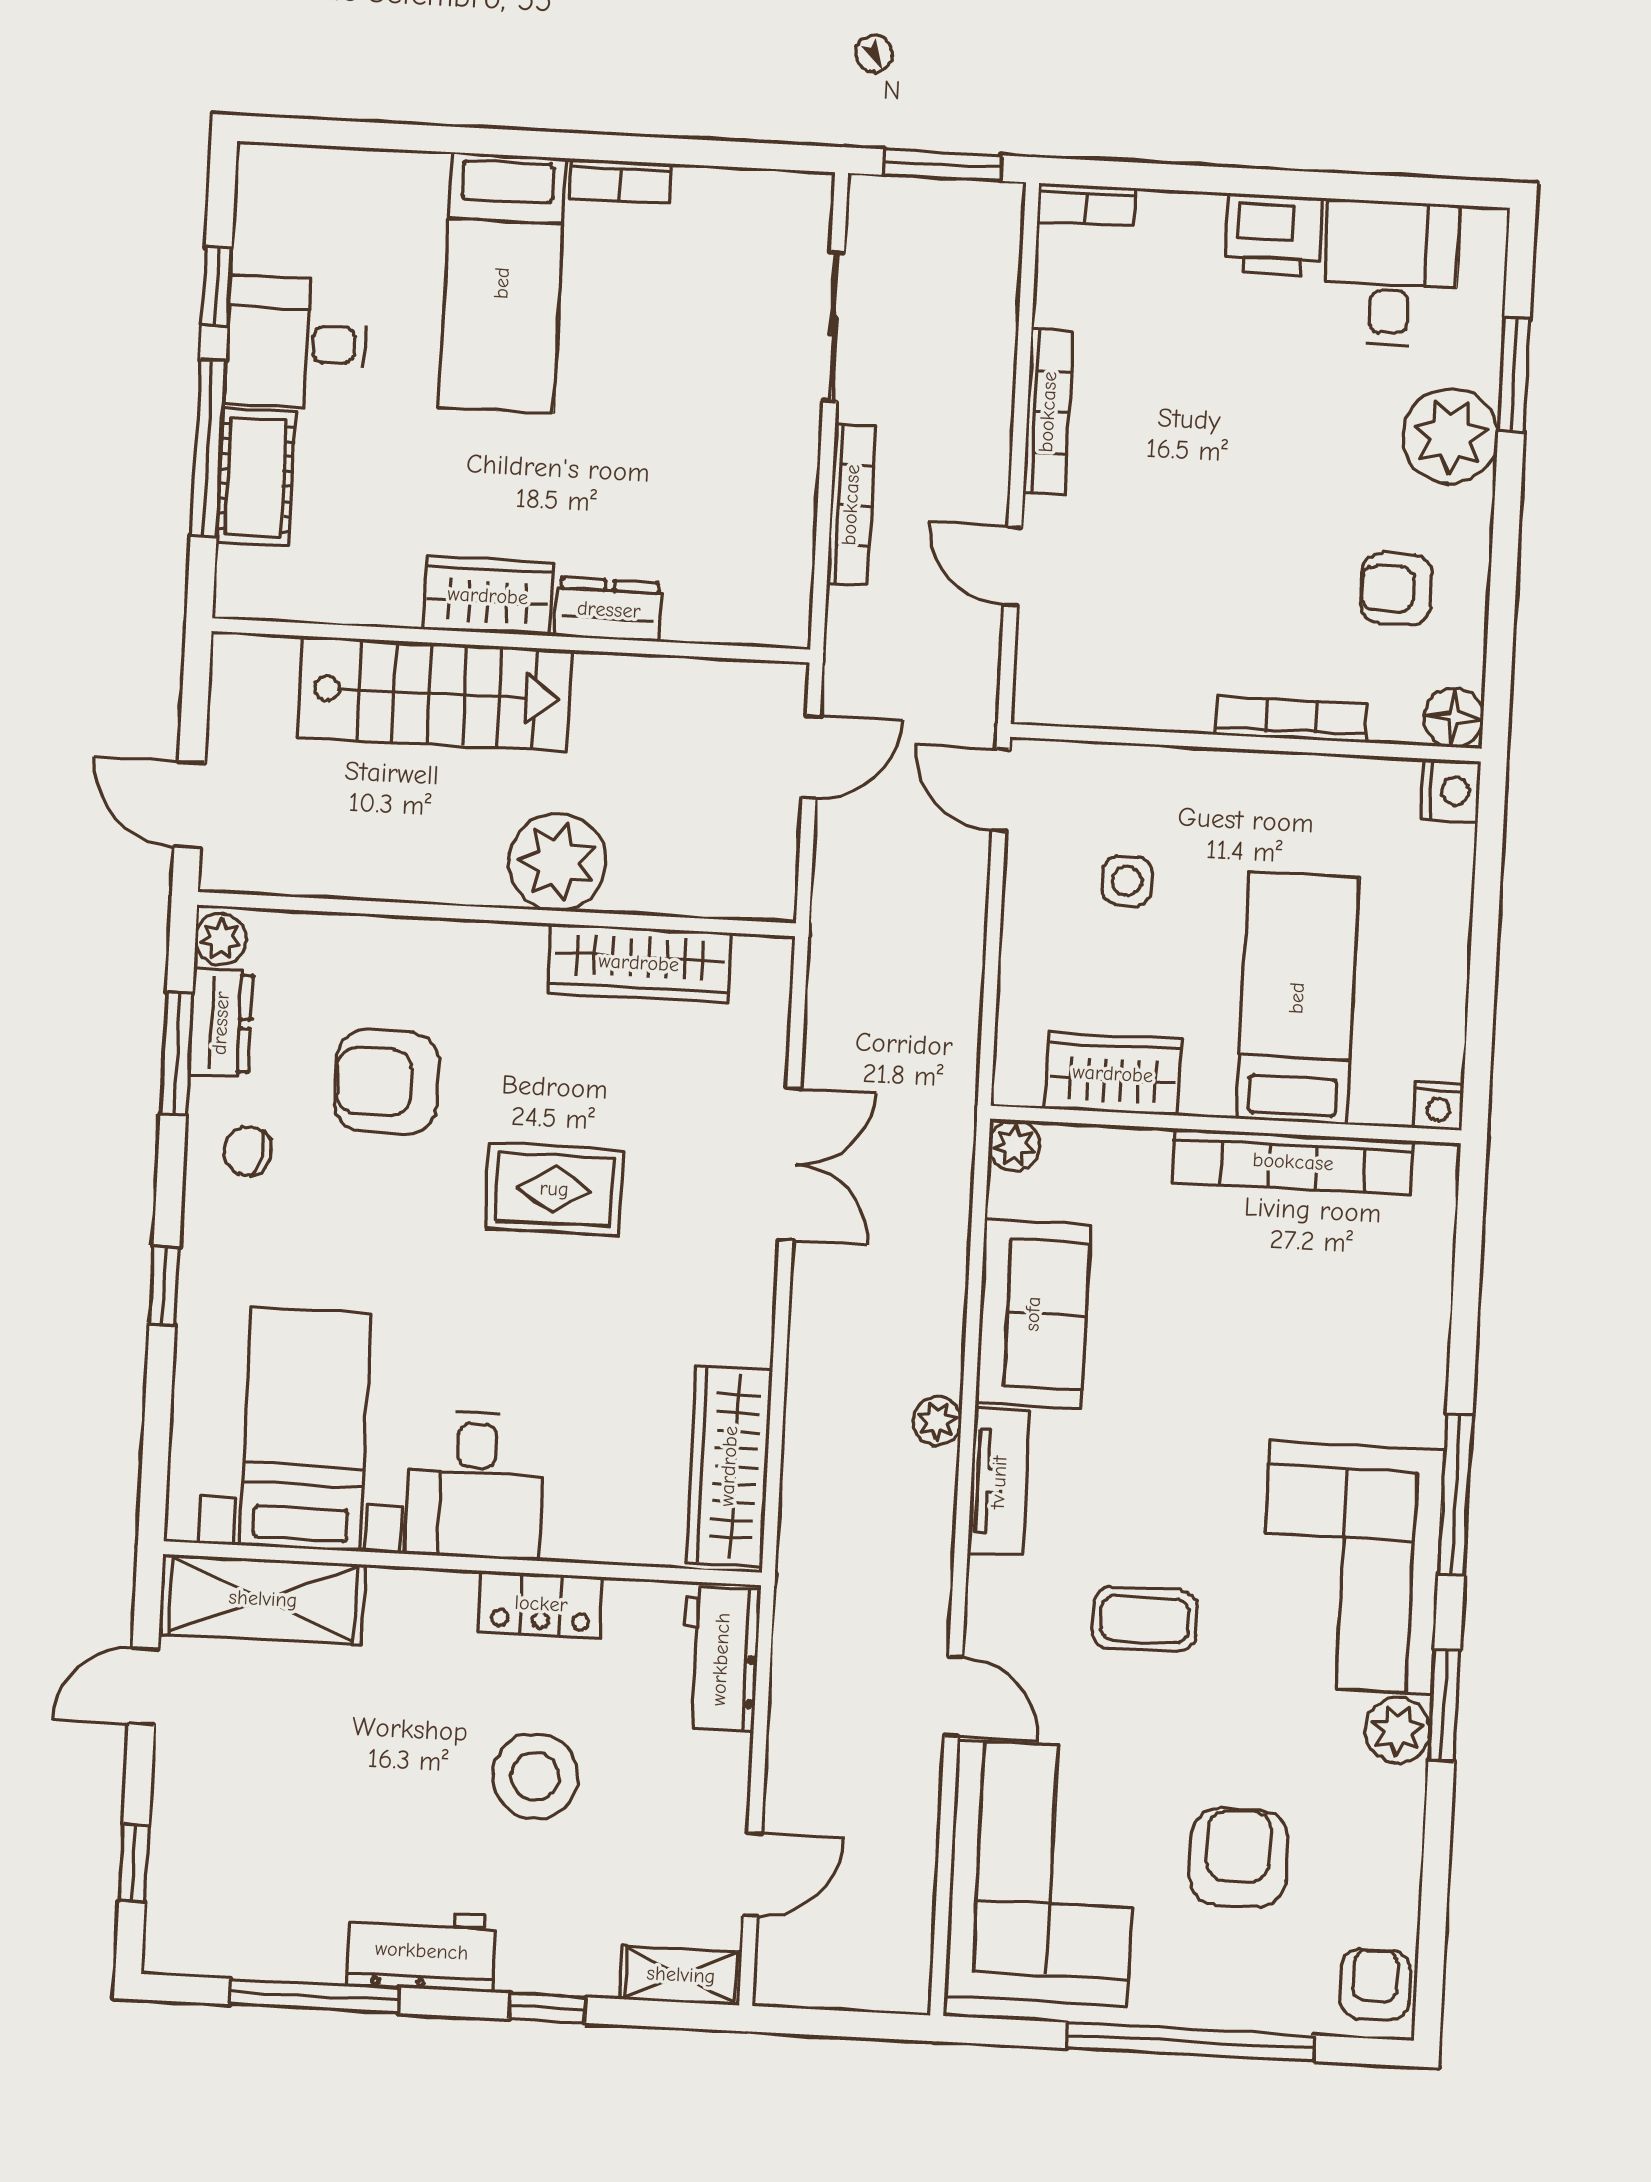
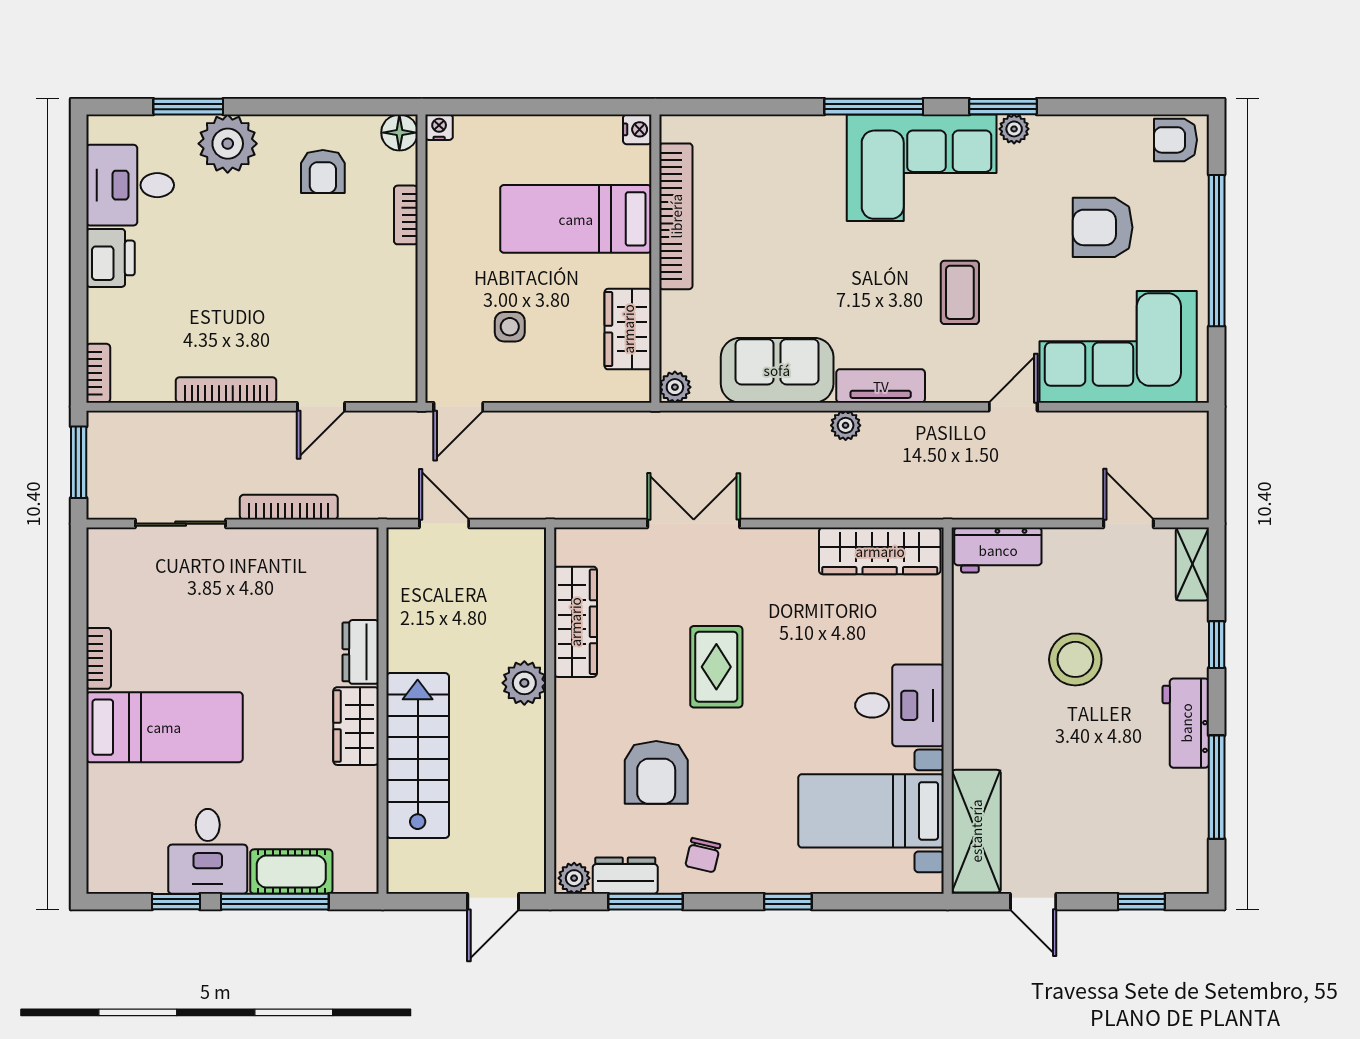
bookcase: (1291, 719) -> (406, 215), width x0.64
nightstand: (1451, 791) -> (439, 127), width x0.72, depth x0.74
plant: (558, 862) -> (524, 683), width x0.73, depth x0.73
locker: (541, 1604) -> (970, 661), removed
plant: (1397, 1730) -> (1014, 129), width x0.73, depth x0.73

